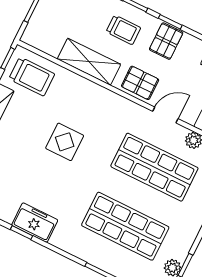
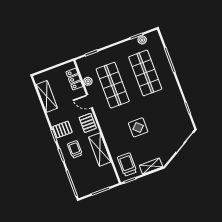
freezer: (35, 223) -> (179, 107), removed

